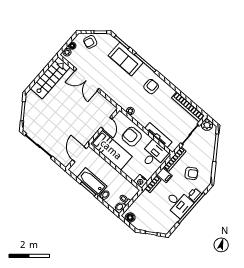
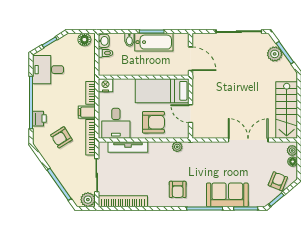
plant: (29, 116) -> (275, 54), added
desk: (178, 204) -> (48, 70), moved

